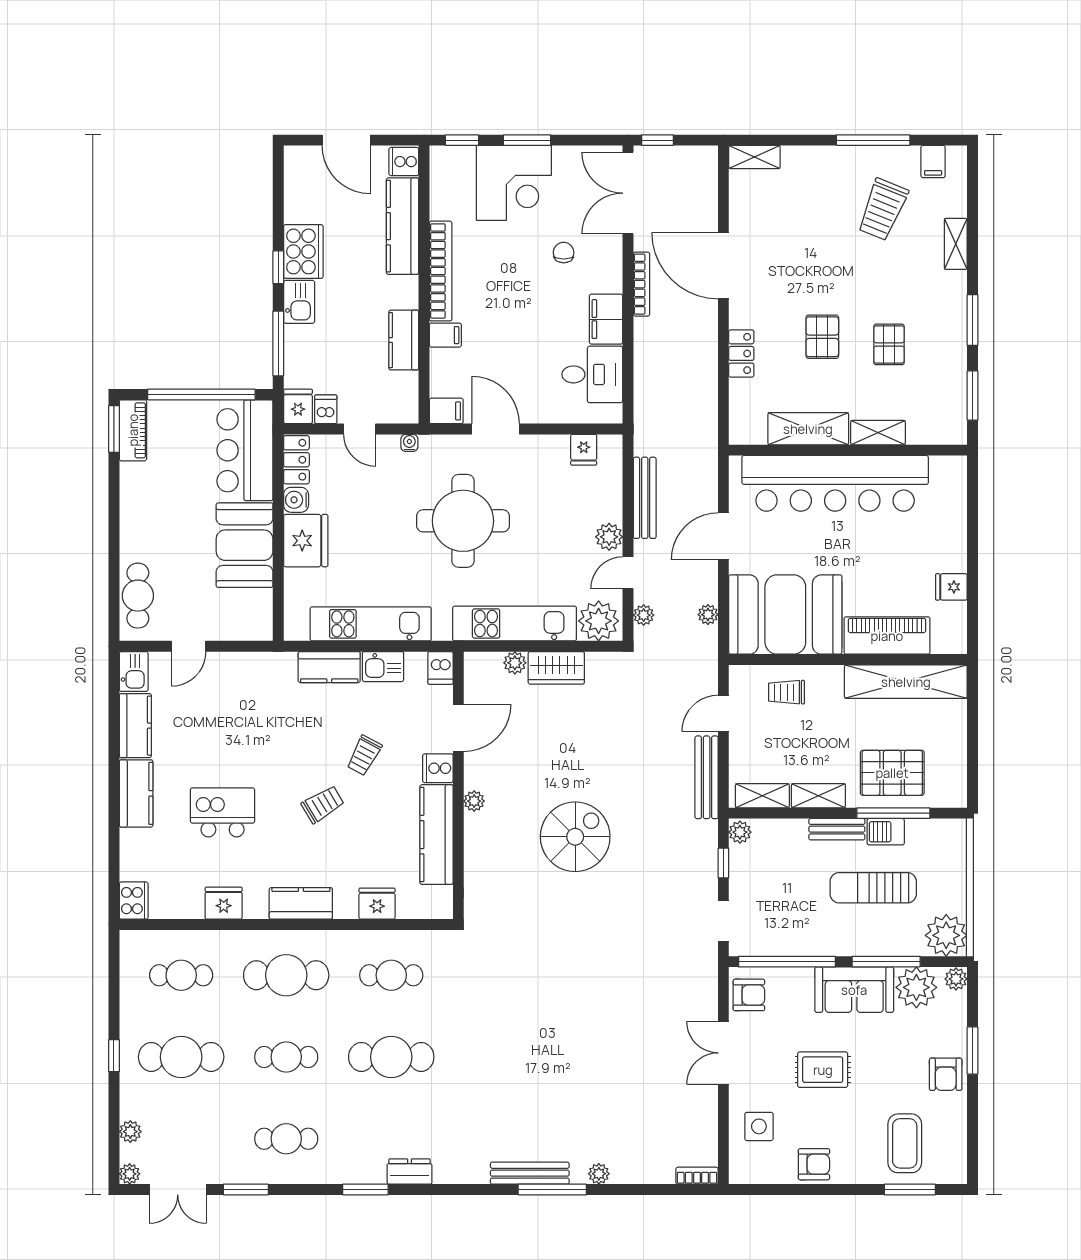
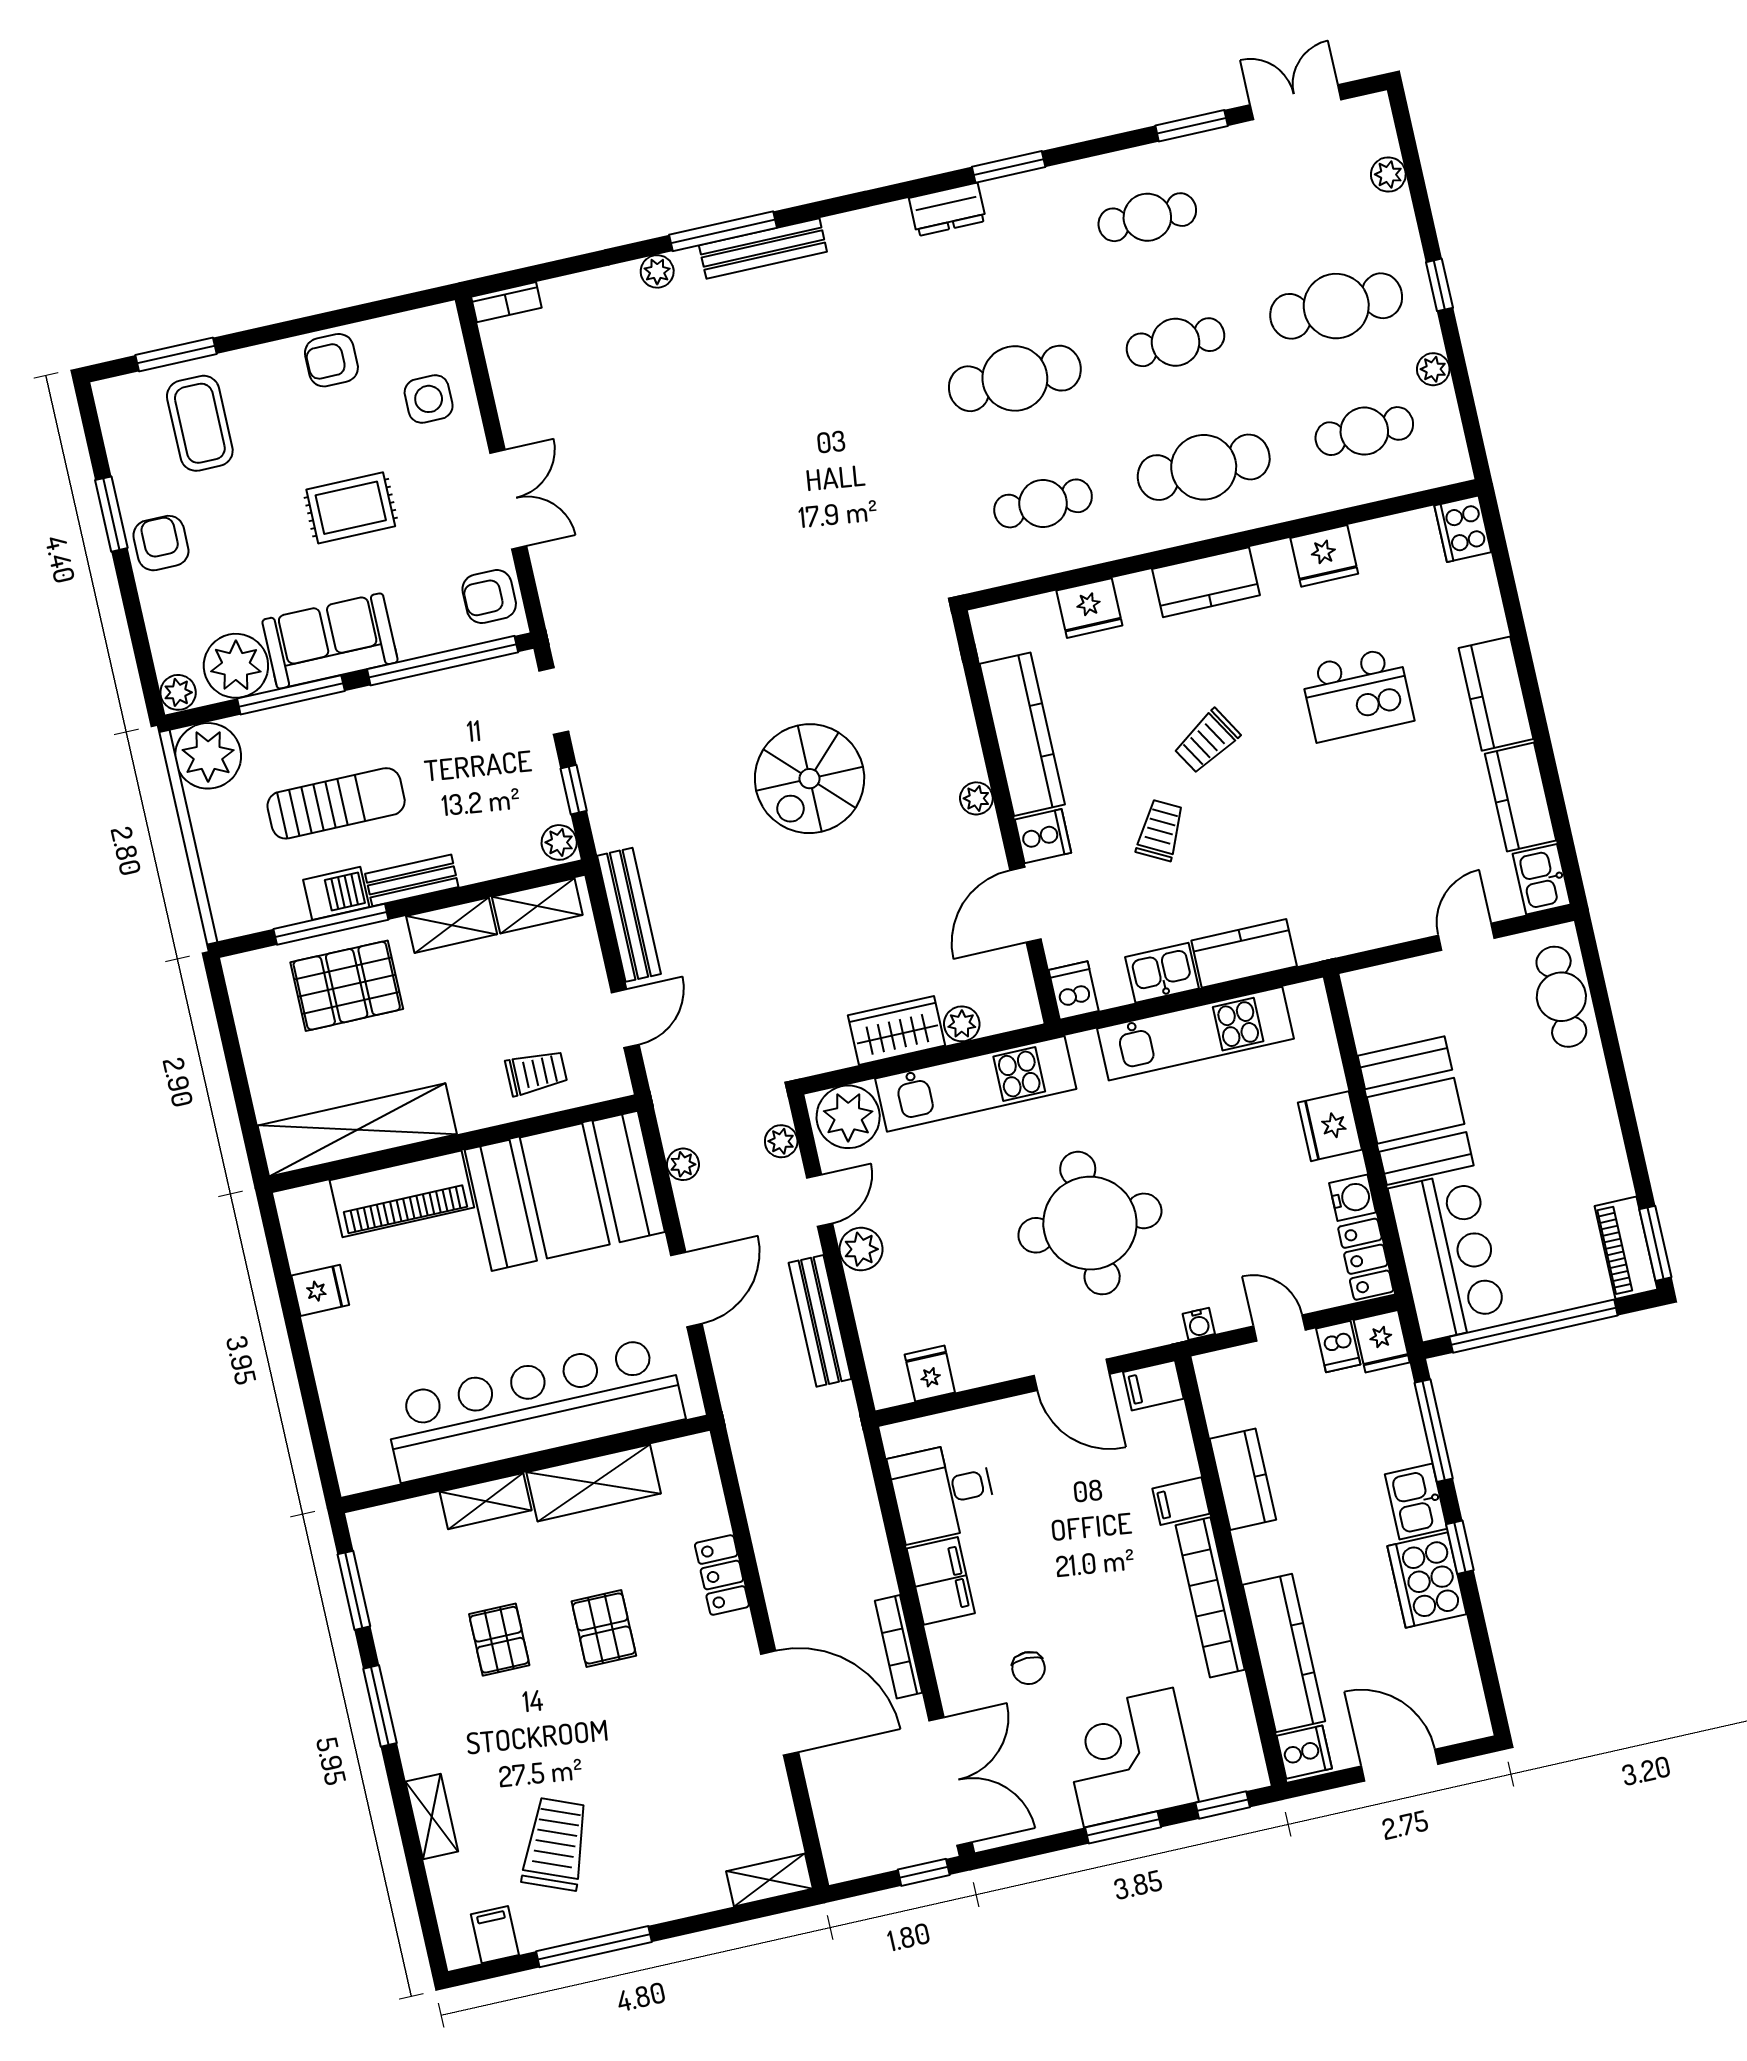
fridge: (306, 541) -> (1330, 1126), width x0.73, depth x0.75
window: (973, 1050) -> (111, 514), moved
plant: (130, 1174) -> (1433, 369), moved

